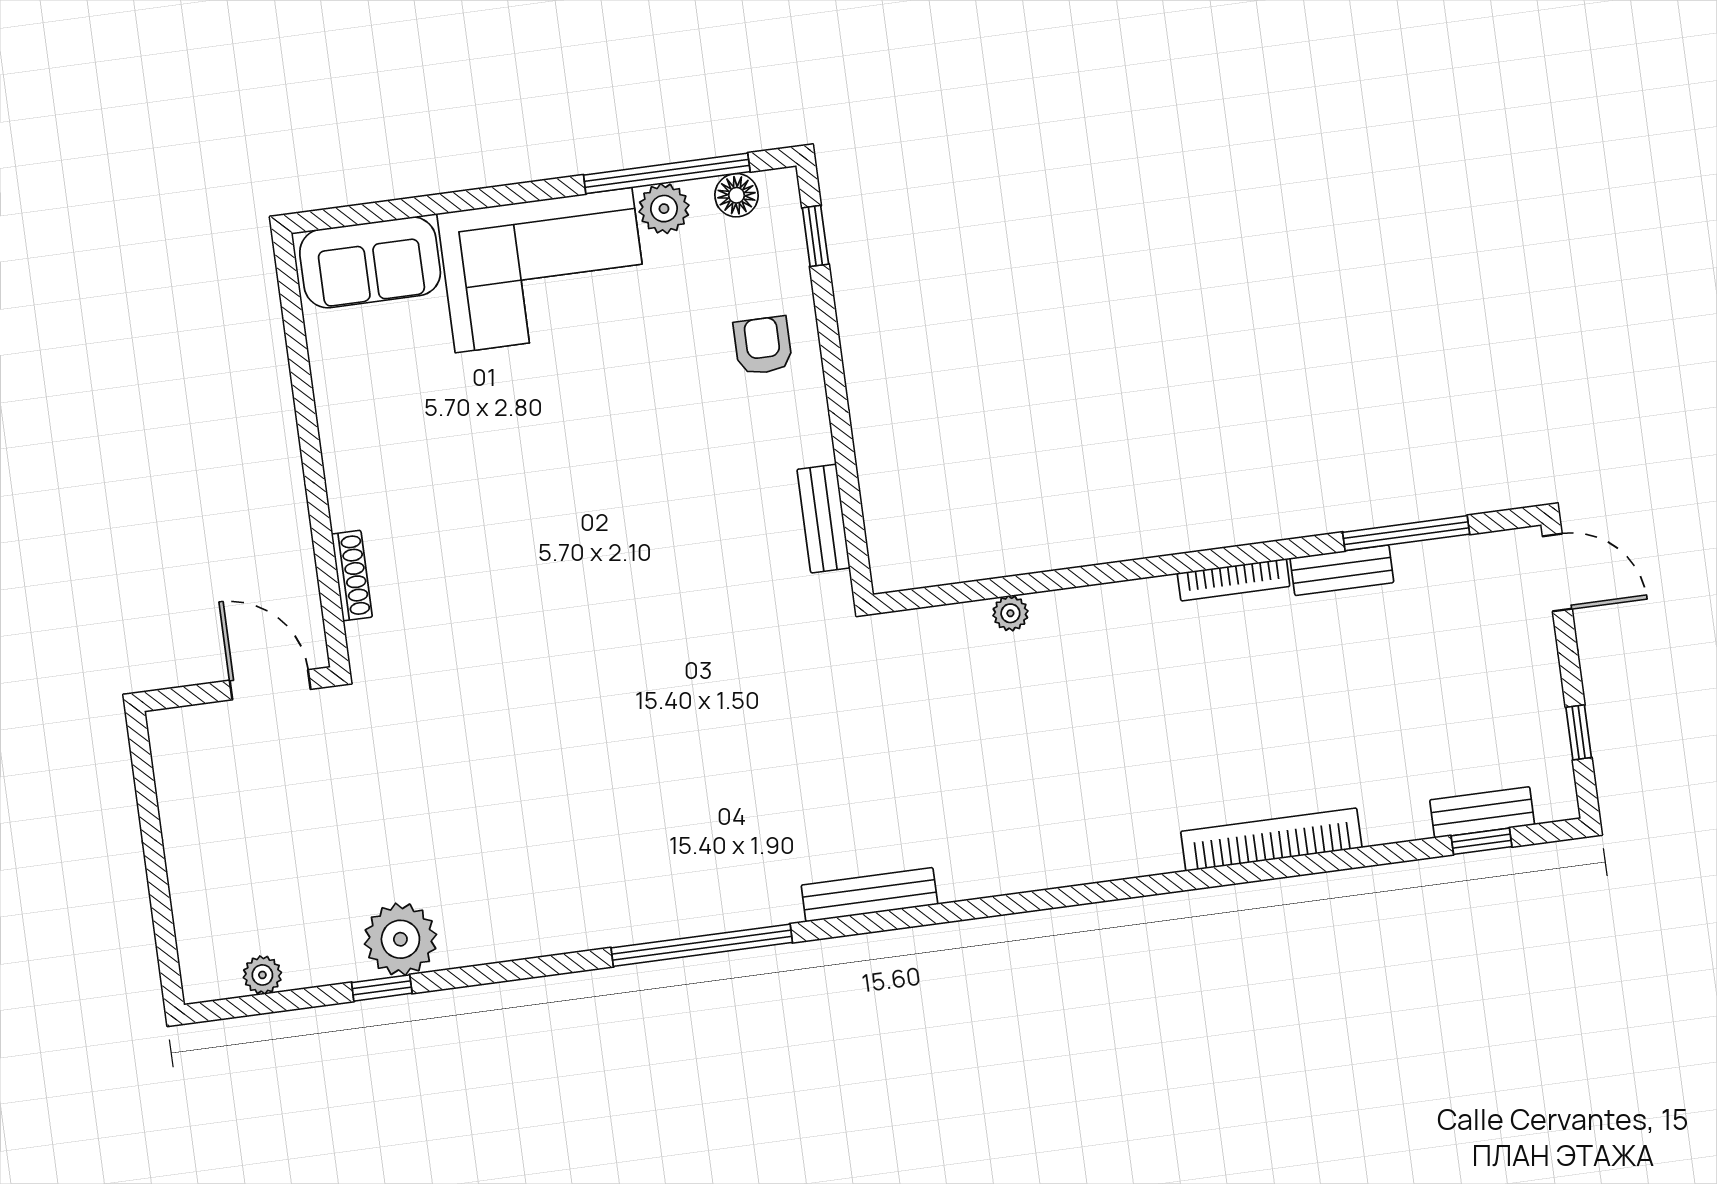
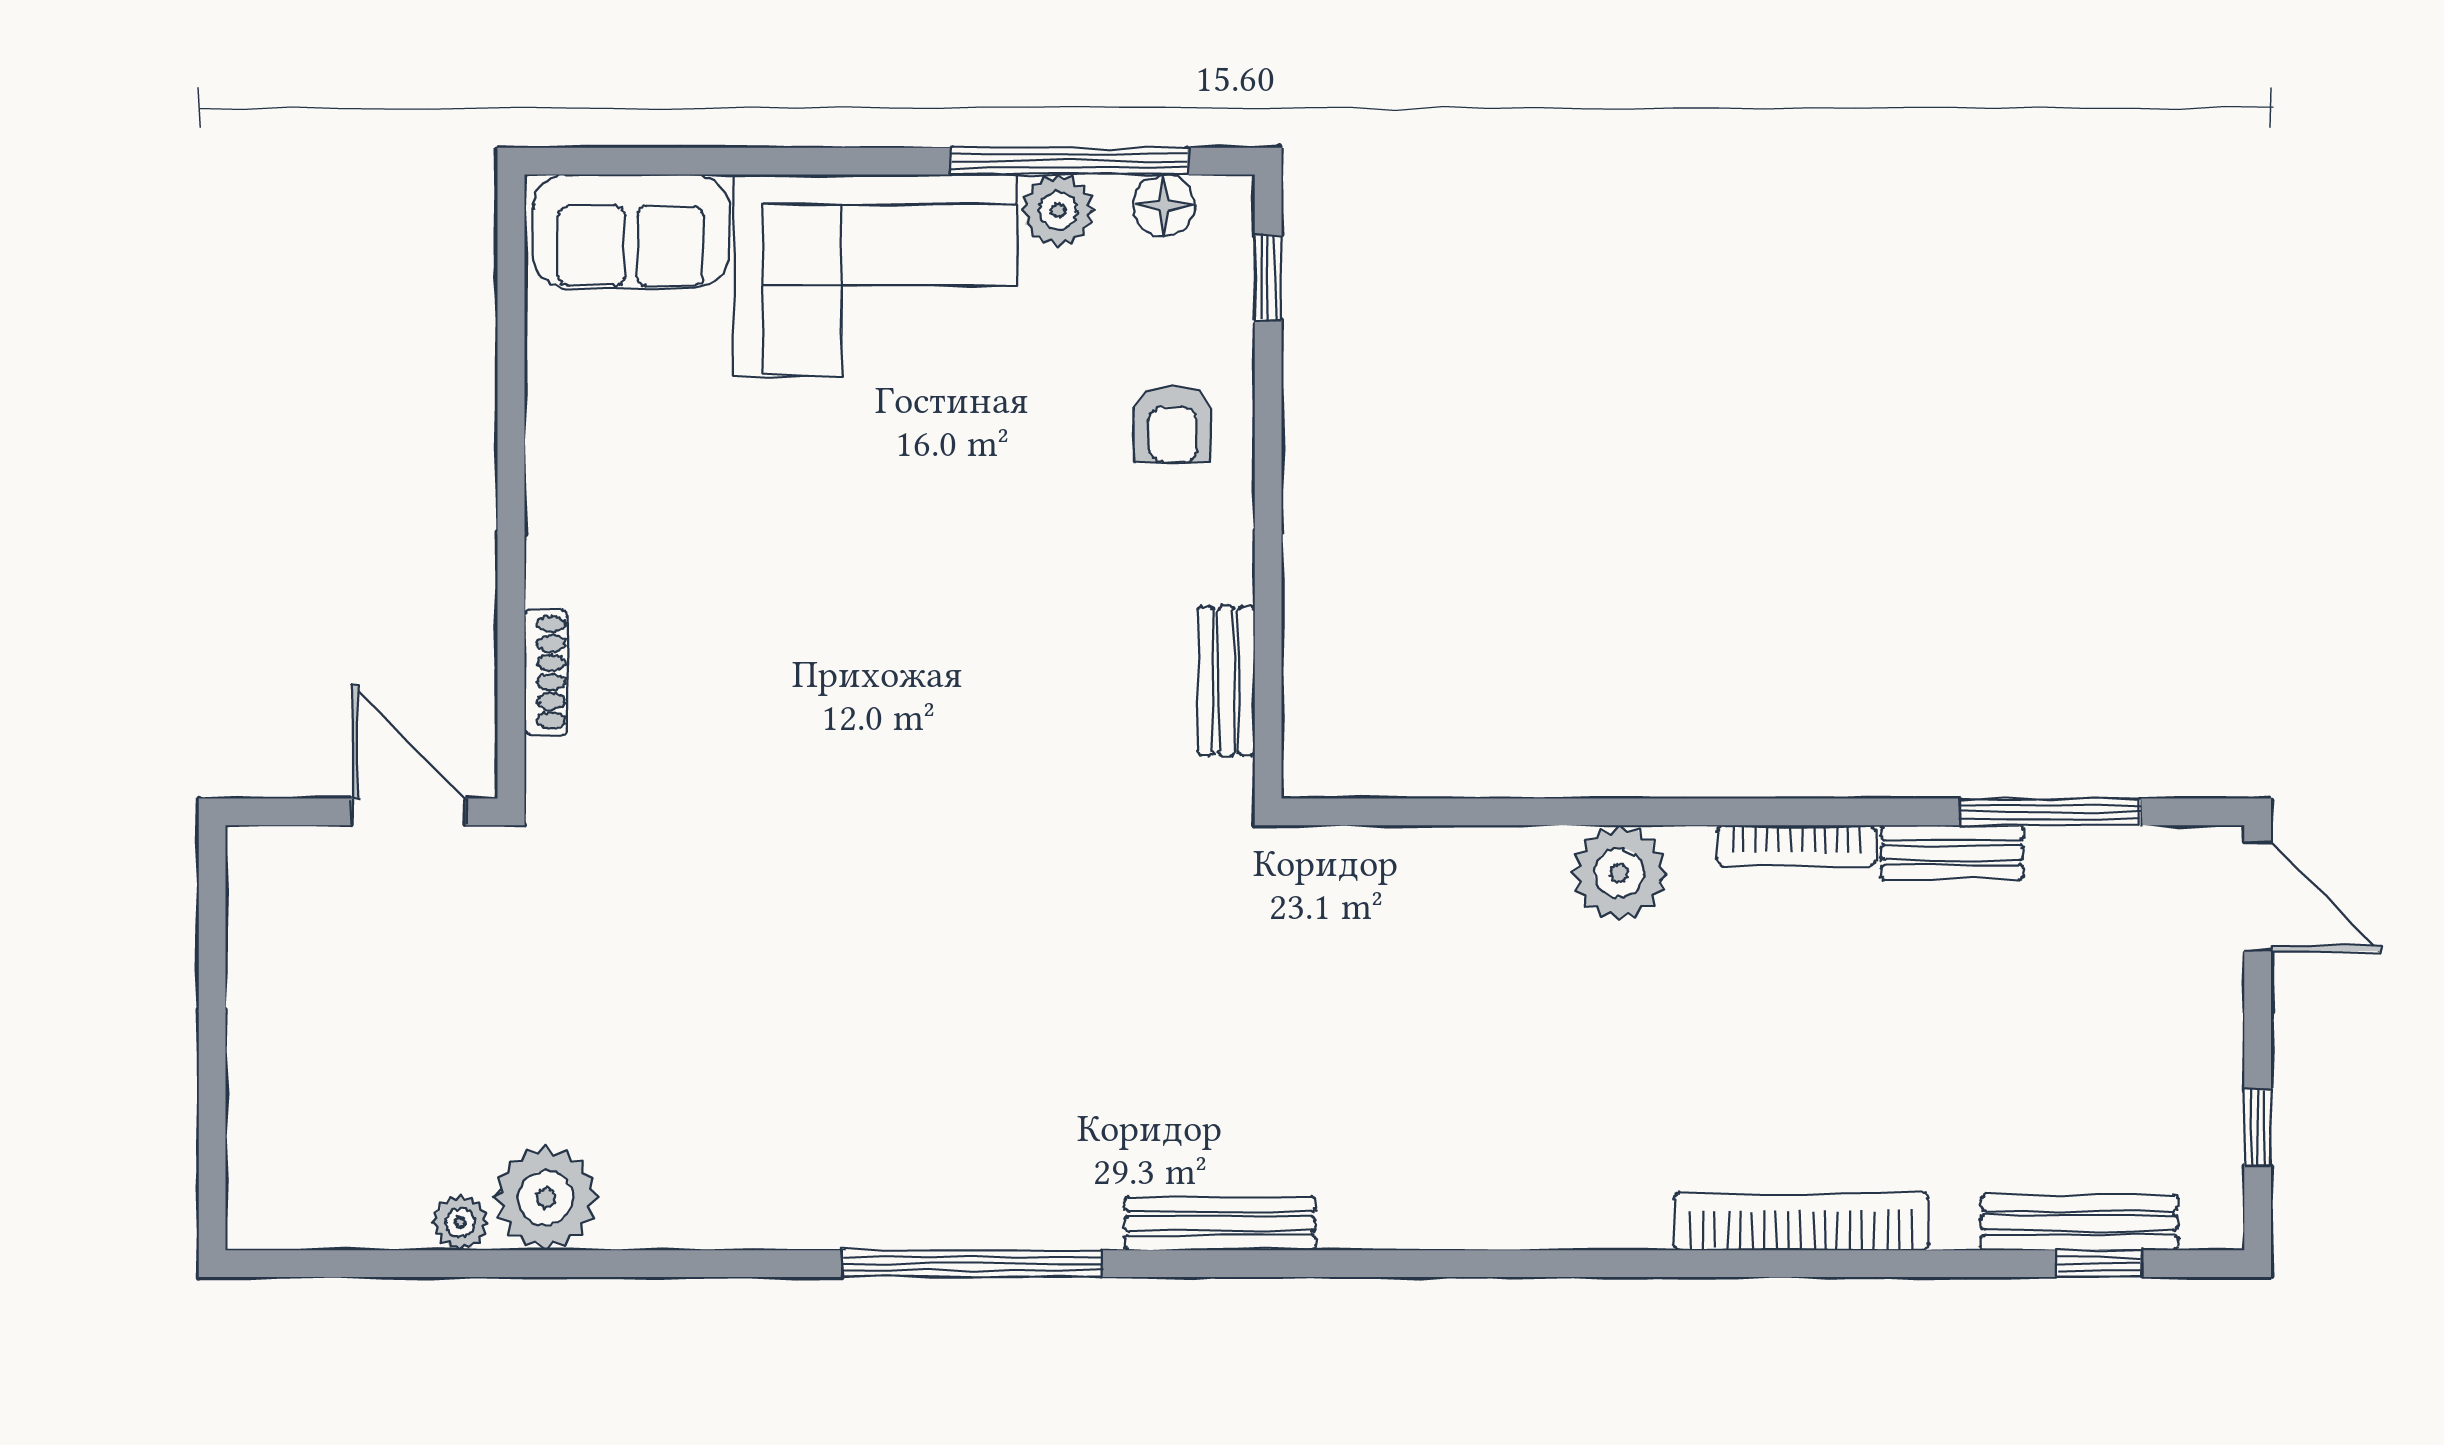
armchair: (763, 346) -> (1173, 424), turned 180
plant: (1010, 613) -> (1619, 873), moved, width x1.88, depth x1.88
bench: (1482, 812) -> (2079, 1223), width x1.36
plant: (262, 975) -> (460, 1223), moved
window: (382, 988) -> (510, 1264), removed

